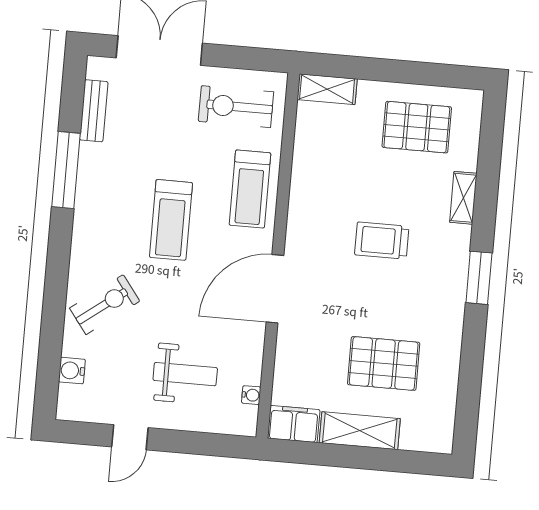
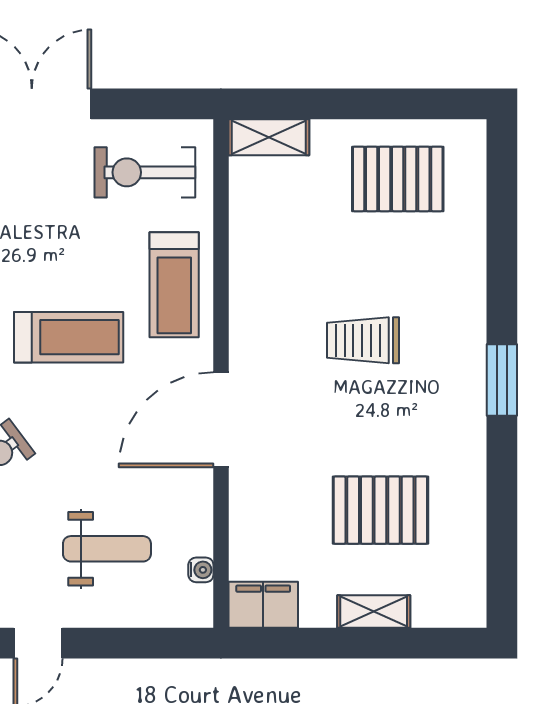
shelving: (463, 198) -> (471, 271), removed
treadmill: (171, 220) -> (69, 337), turned -90
shelving: (360, 431) -> (374, 612), width x0.67, depth x0.75

